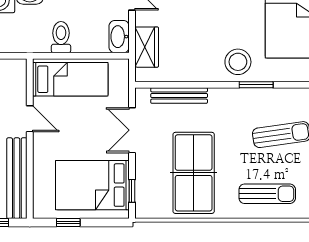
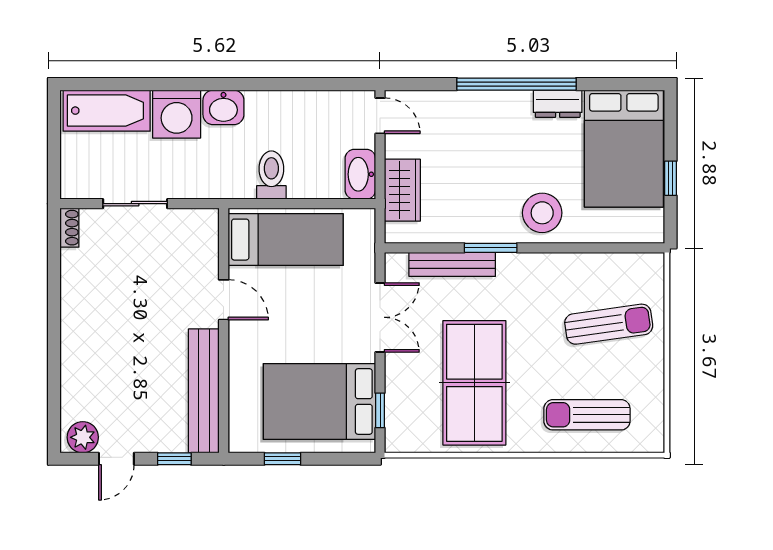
window: (256, 85) -> (491, 248), moved
double door: (132, 130) -> (380, 317), swing flipped
sun lounger: (267, 194) -> (587, 415), turned 180

